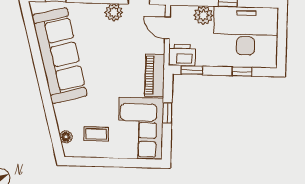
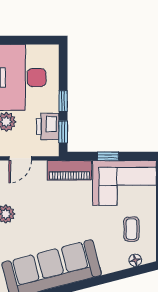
printer: (182, 55) -> (48, 126), moved
window: (242, 71) -> (63, 101), moved

